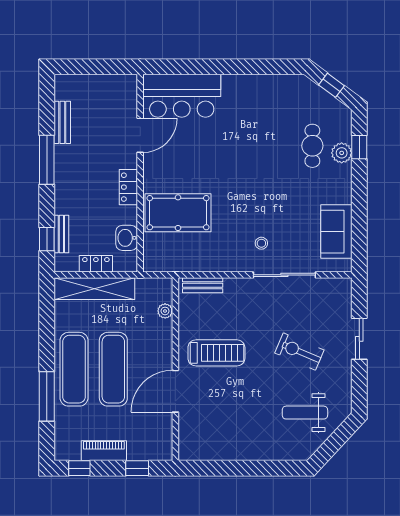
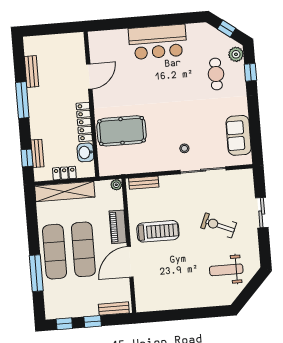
bar counter: (182, 96) -> (158, 42), moved
plant: (342, 153) -> (236, 54), moved
locker: (128, 187) -> (84, 122), width x1.53
plant: (165, 311) -> (116, 185), moved
piano: (104, 451) -> (118, 227), moved, turned -90
bench: (148, 453) -> (114, 309), added
window: (137, 468) -> (93, 321), moved

